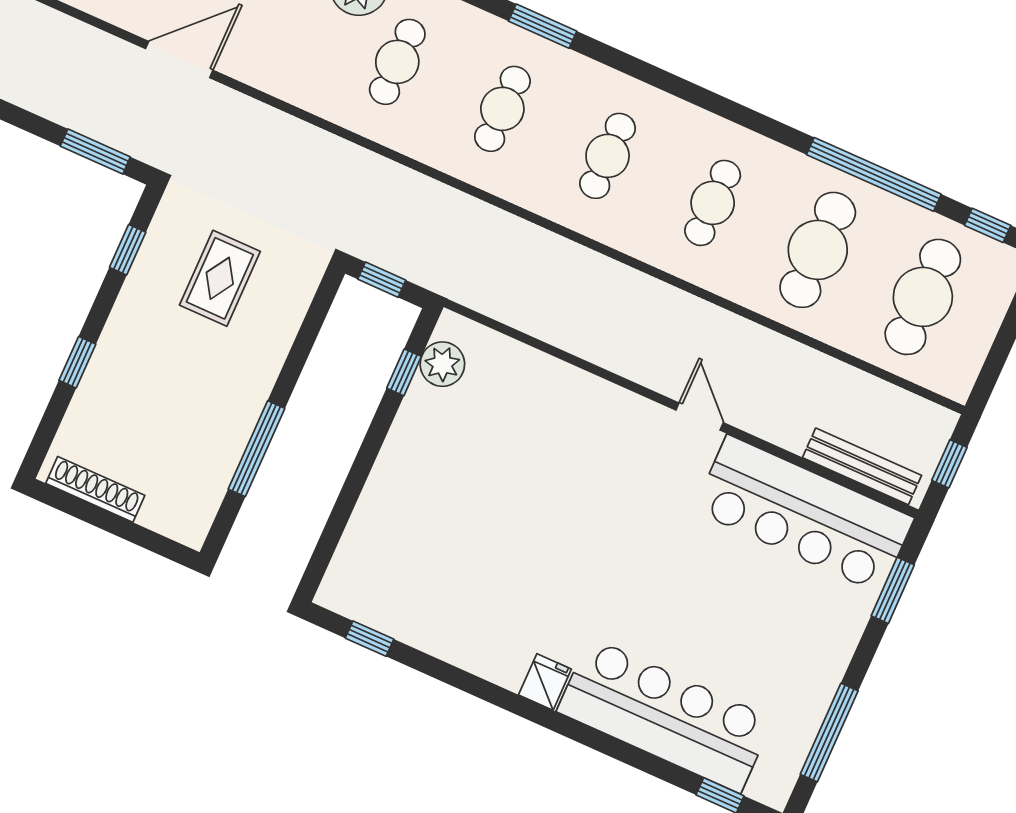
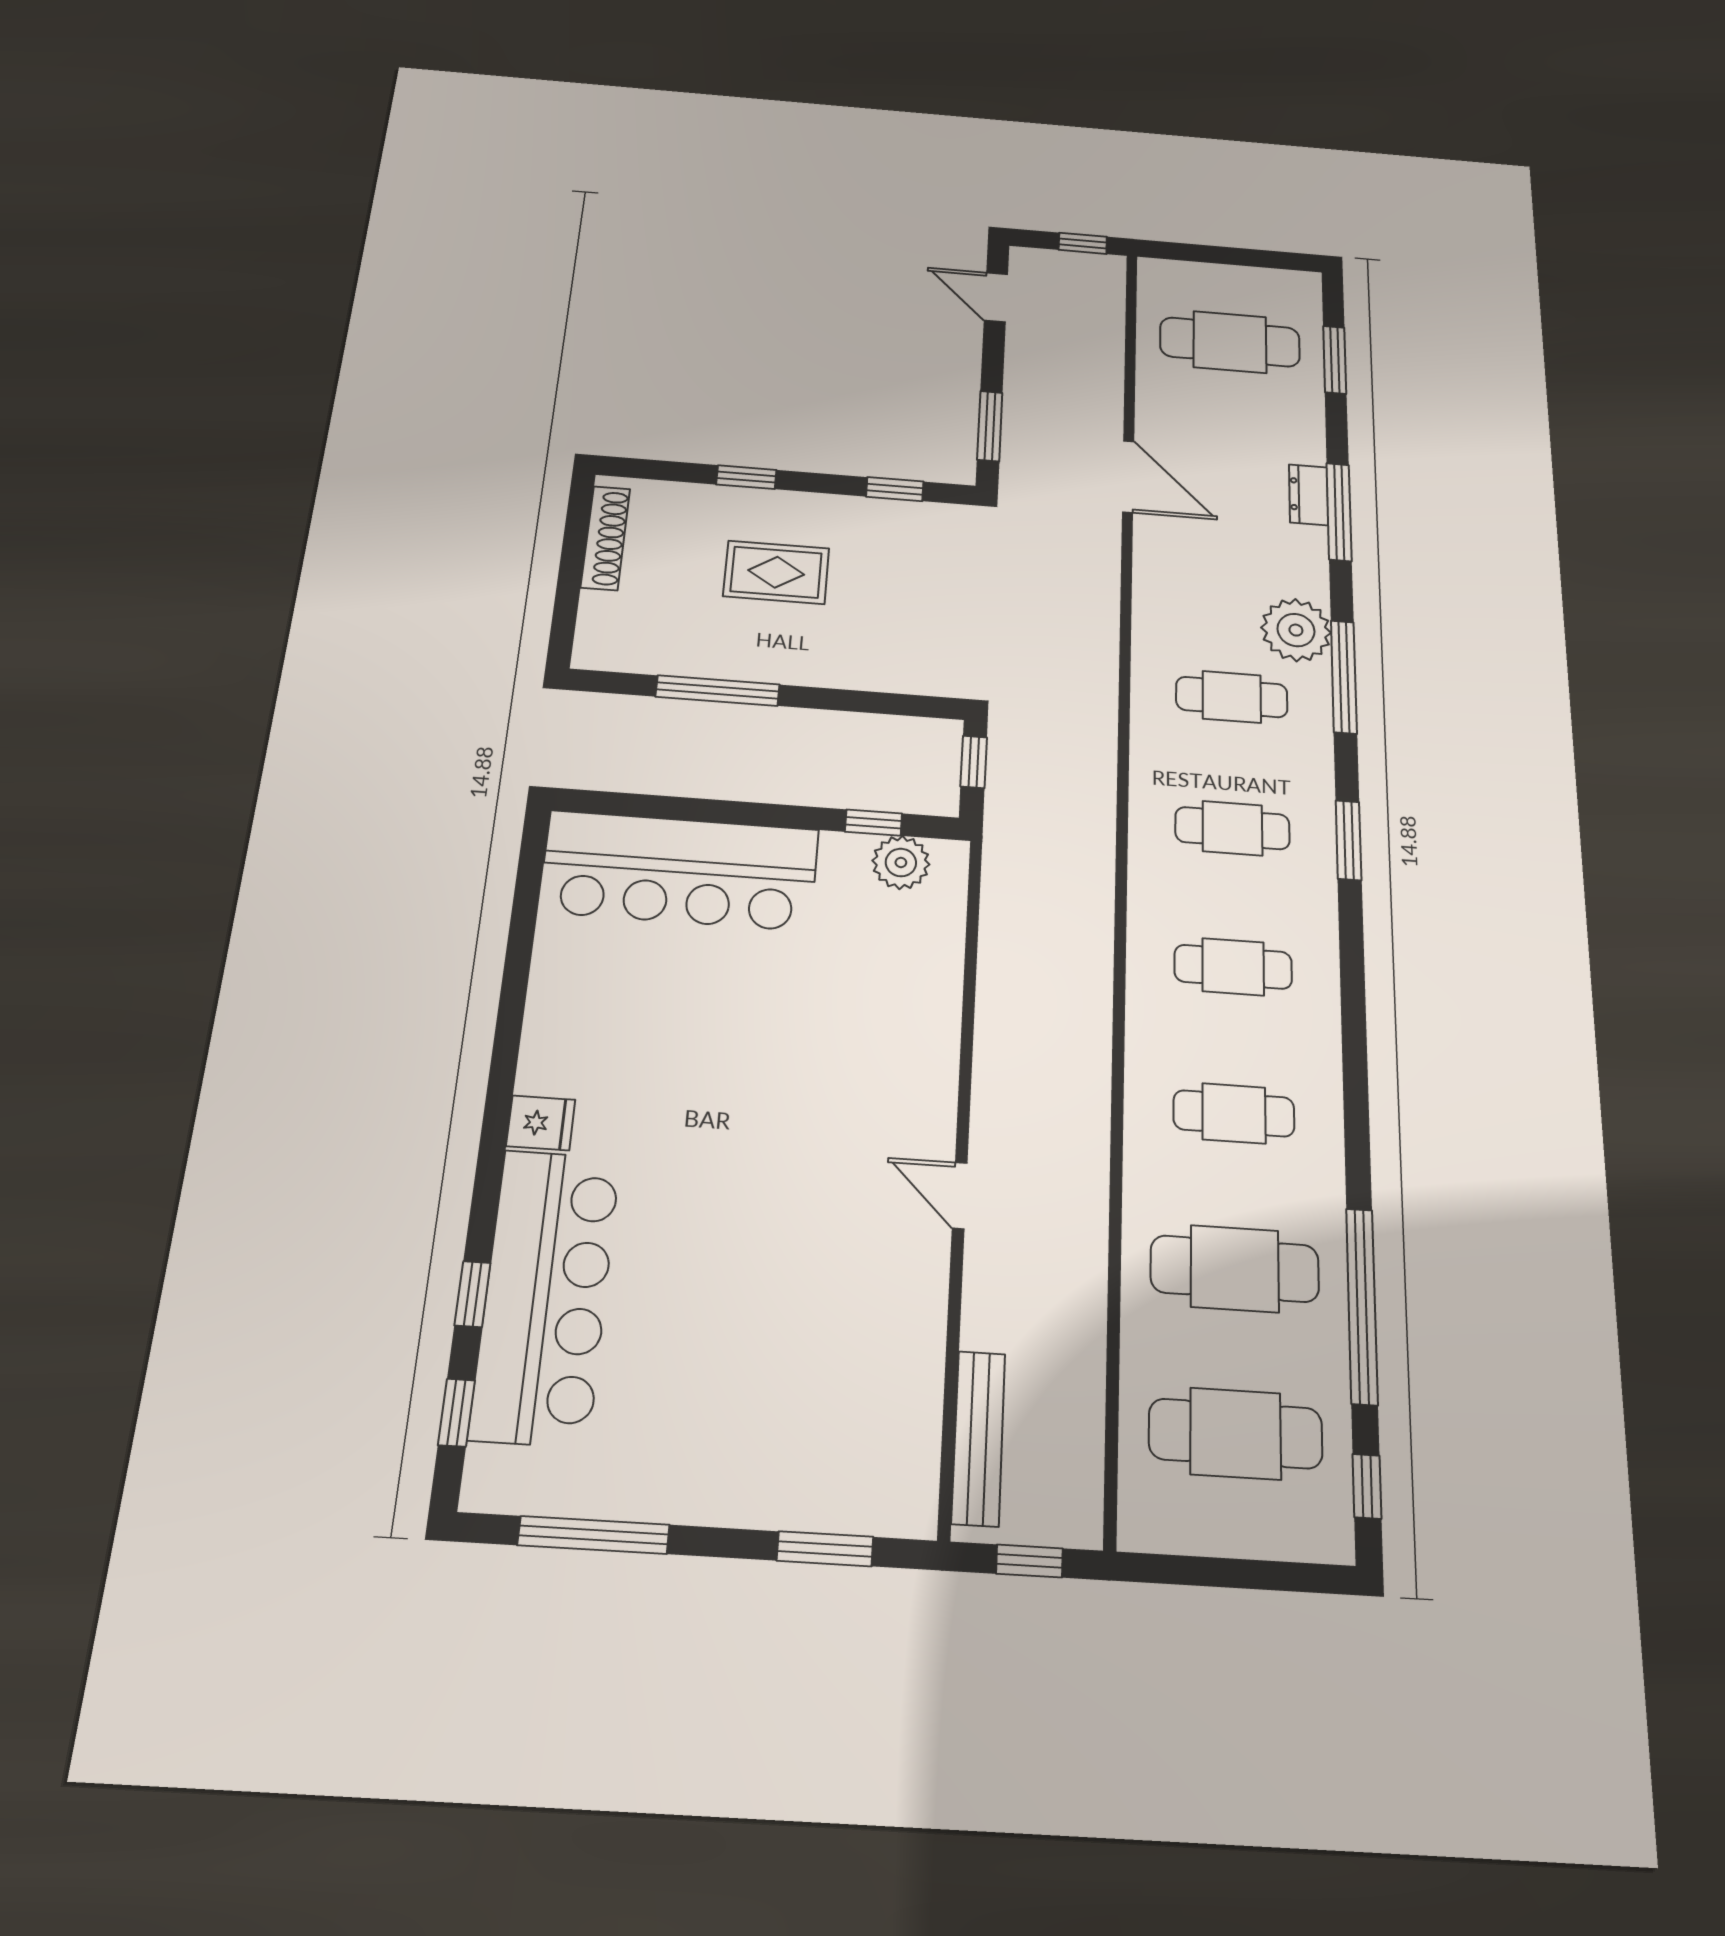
rug: (220, 278) -> (776, 572), moved
door: (700, 416) -> (960, 1196), swing flipped
bar counter: (804, 514) -> (680, 870), moved, turned -90
window: (370, 639) -> (473, 1294), moved

